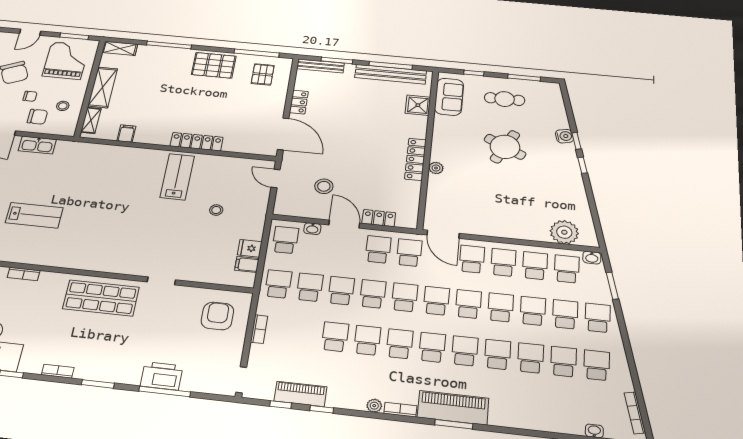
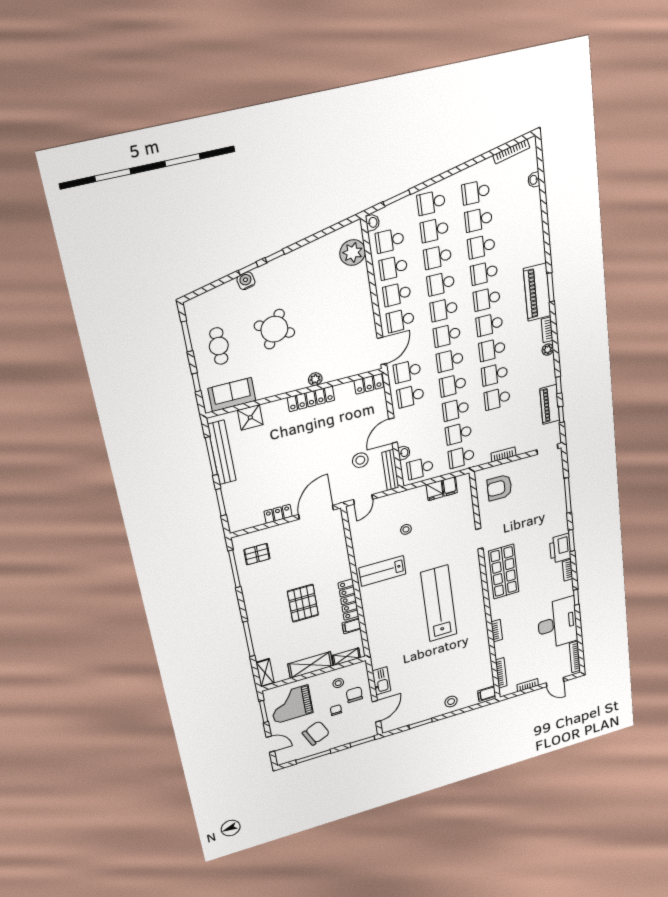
pallet: (214, 65) -> (303, 603), moved
bench: (321, 66) -> (390, 470), moved
locker: (197, 142) -> (349, 600), moved
lab bench: (34, 215) -> (439, 603), moved, width x1.86, depth x1.39
locker: (379, 218) -> (369, 384), moved, turned -90
printer: (162, 376) -> (560, 548), moved

